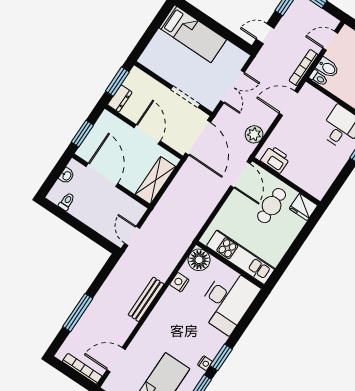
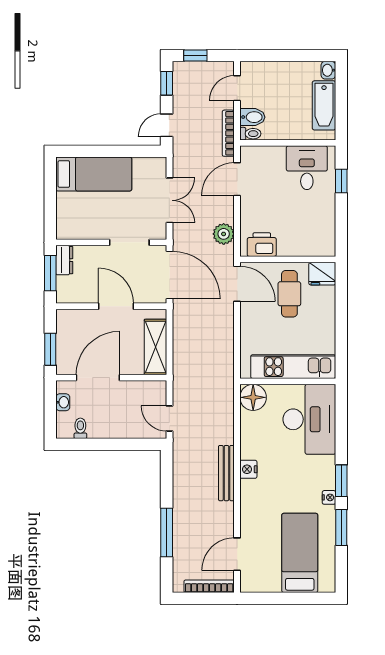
dresser: (120, 98) -> (64, 260), moved
door: (102, 175) -> (98, 378), hinge flipped
nightstand: (179, 282) -> (248, 469), moved

